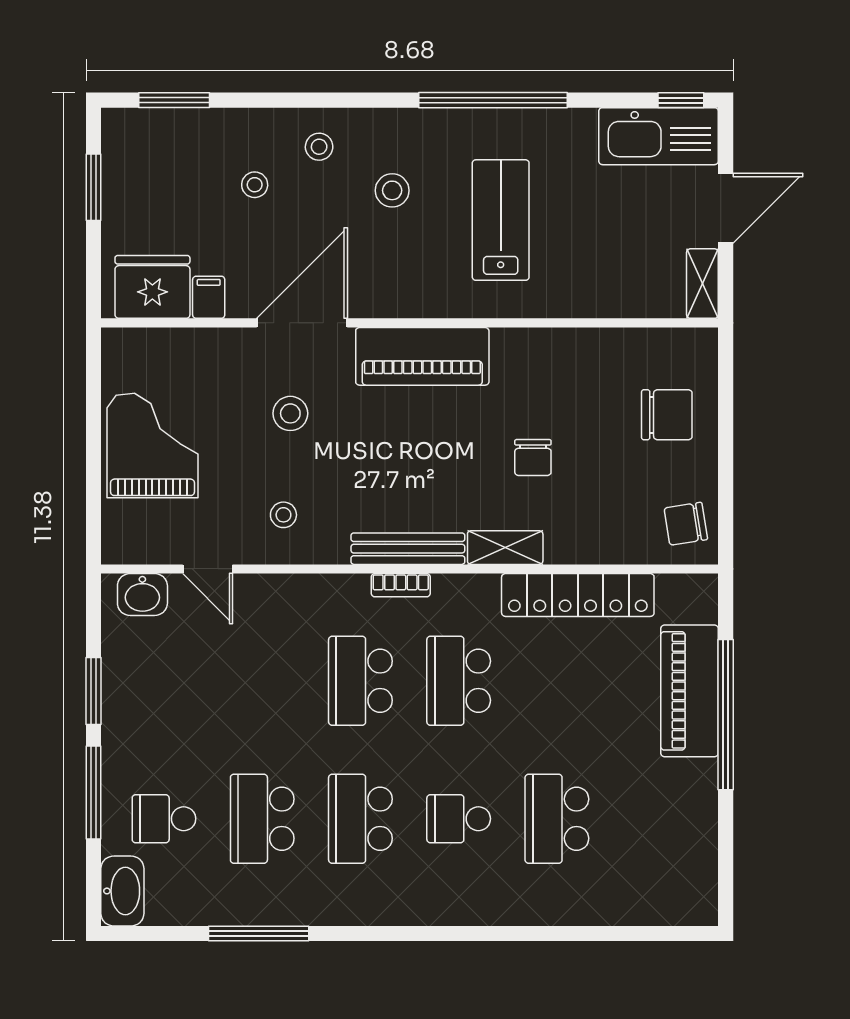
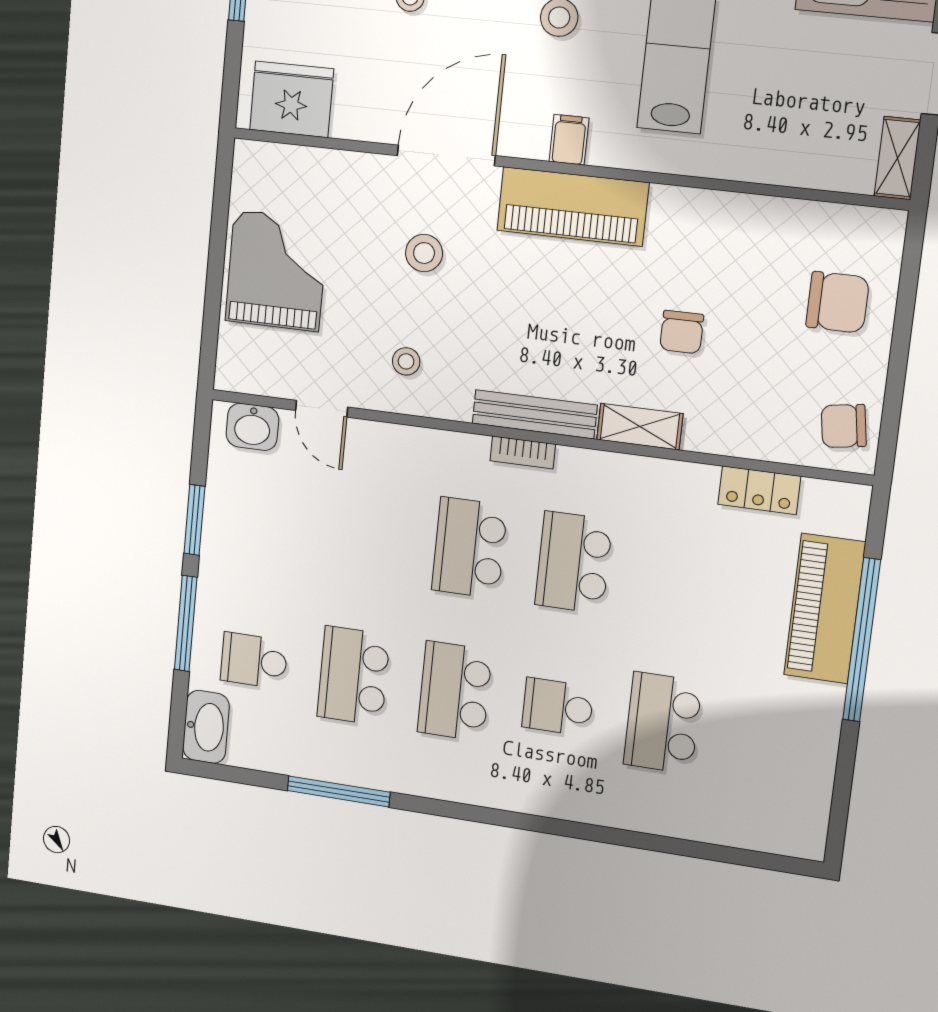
filing cabinet: (209, 297) -> (569, 140), moved
locker: (578, 595) -> (759, 490), width x0.46, depth x0.83

